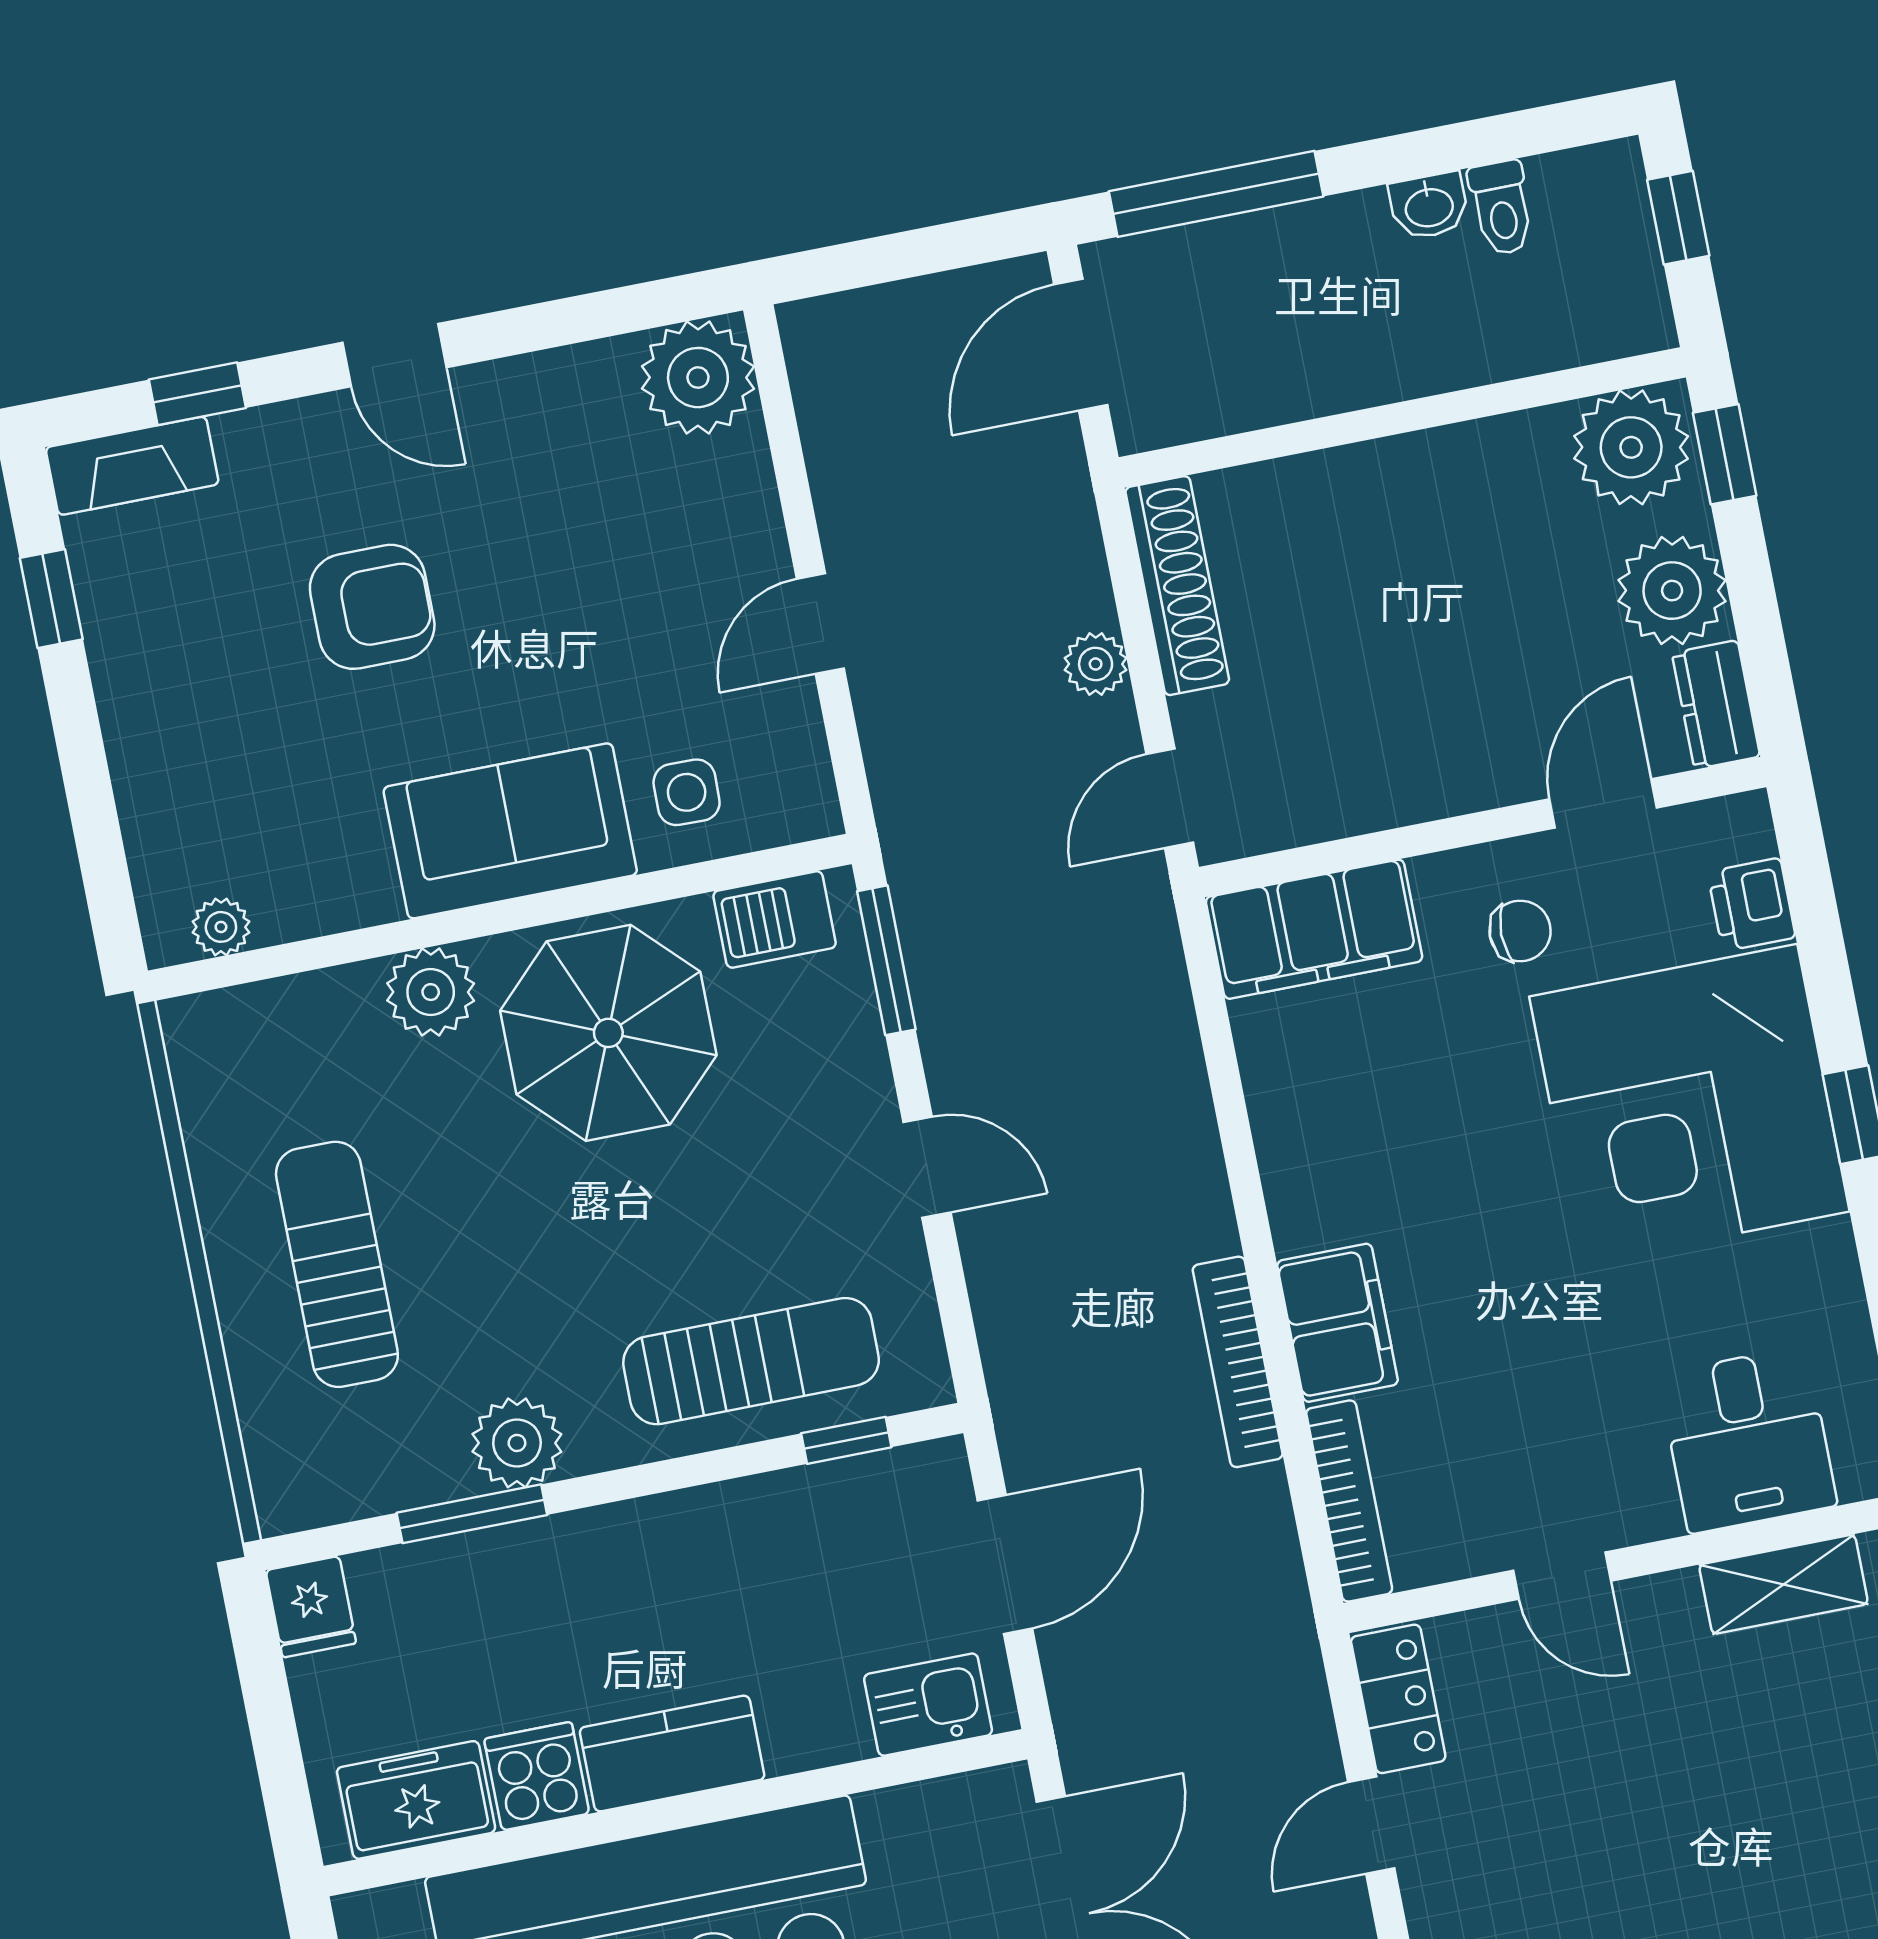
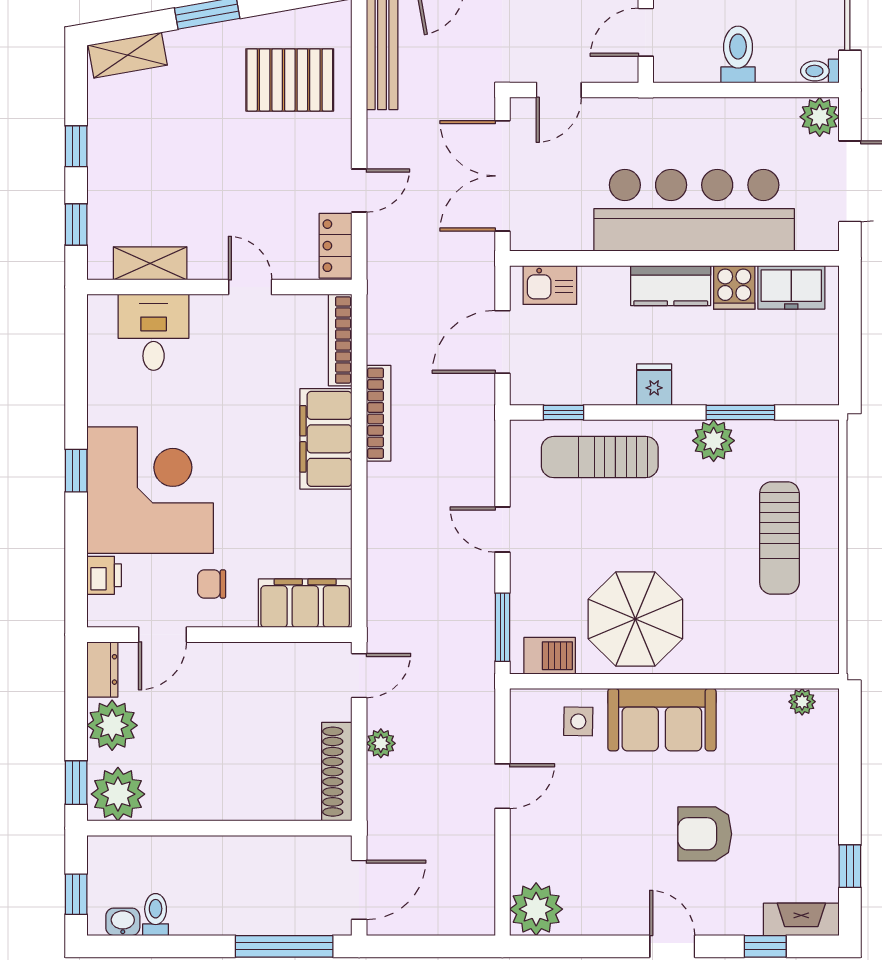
washbasin: (1429, 206) -> (123, 922), moved
plant: (431, 992) -> (713, 653), removed
filing cabinet: (1337, 1323) -> (326, 439), width x1.50, depth x1.17
fridge: (311, 1607) -> (654, 385), moved

